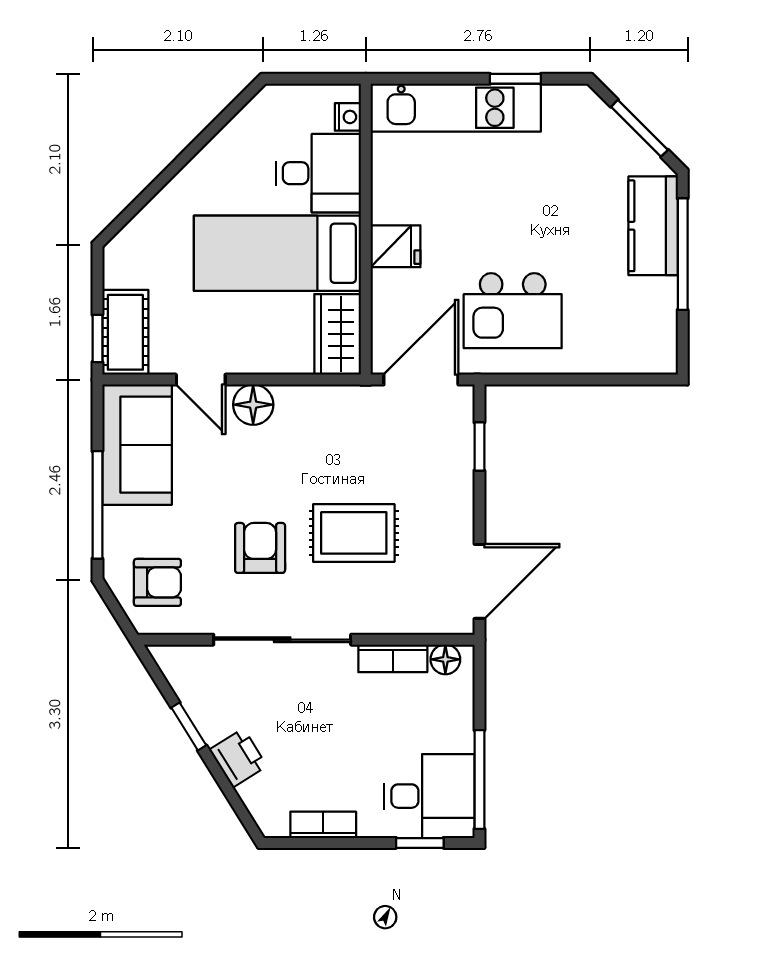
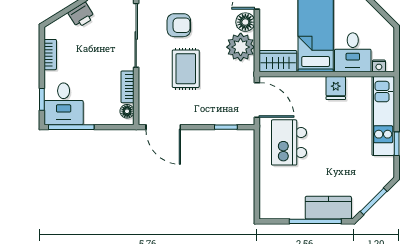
fridge: (395, 246) -> (336, 88), moved
plant: (307, 415) -> (241, 47), added

